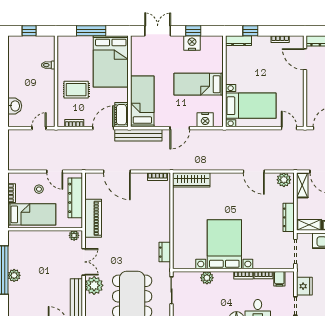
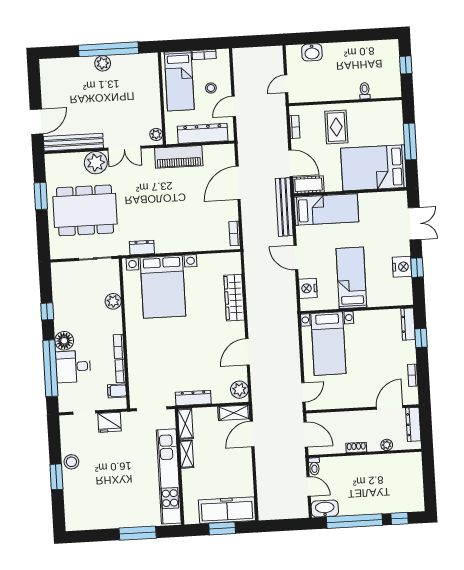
door: (39, 128) -> (286, 84), swing flipped
wardrobe: (191, 180) -> (234, 298), moved
bed with nightstands: (224, 244) -> (163, 287), moved, turned 90

